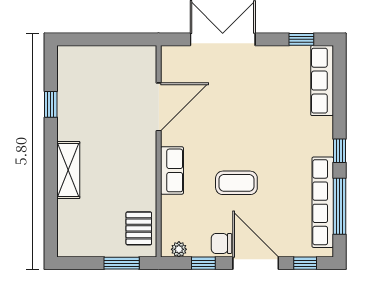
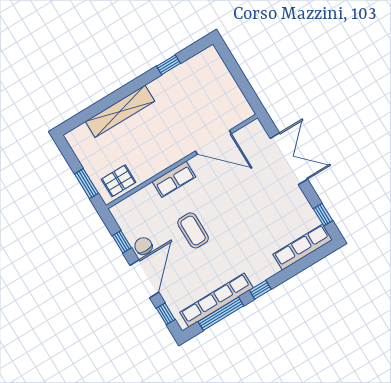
shelving: (68, 170) -> (120, 111), width x1.47
plant: (179, 249) -> (121, 218), removed

